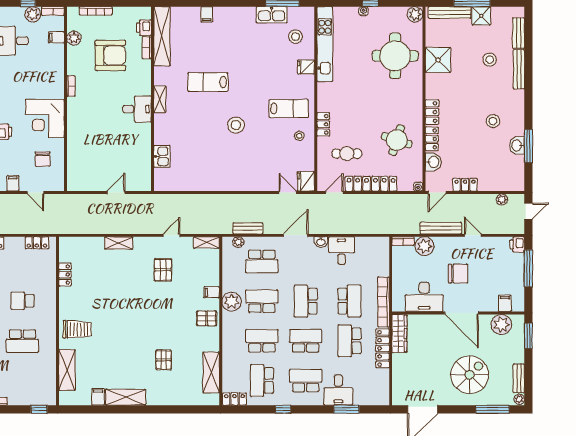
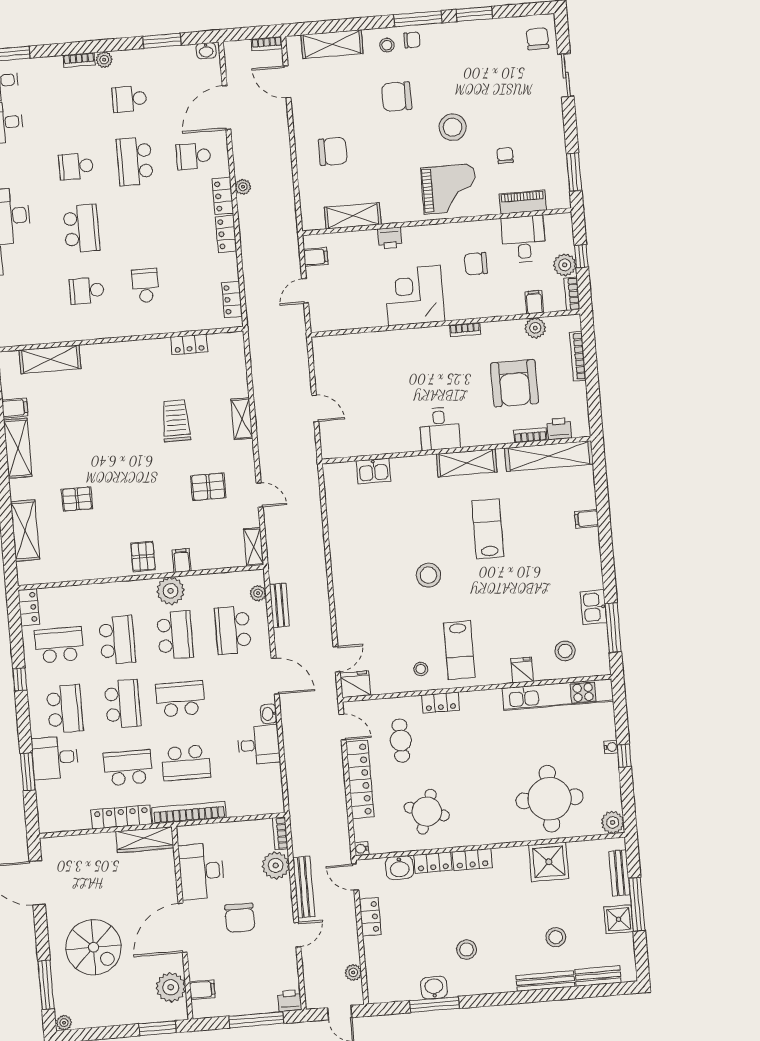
bench: (450, 12) -> (620, 873), width x0.73
kitchen sink: (272, 15) -> (594, 607), width x0.73
shelving: (160, 99) -> (467, 463), width x1.50, depth x1.33
chair: (43, 159) -> (476, 264), moved
trolley: (77, 329) -> (176, 421), moved, turned 180
school desk: (22, 341) -> (87, 291), width x0.54
shelving: (211, 372) -> (25, 530), moved, turned 90
bench: (519, 378) -> (94, 1020), removed

